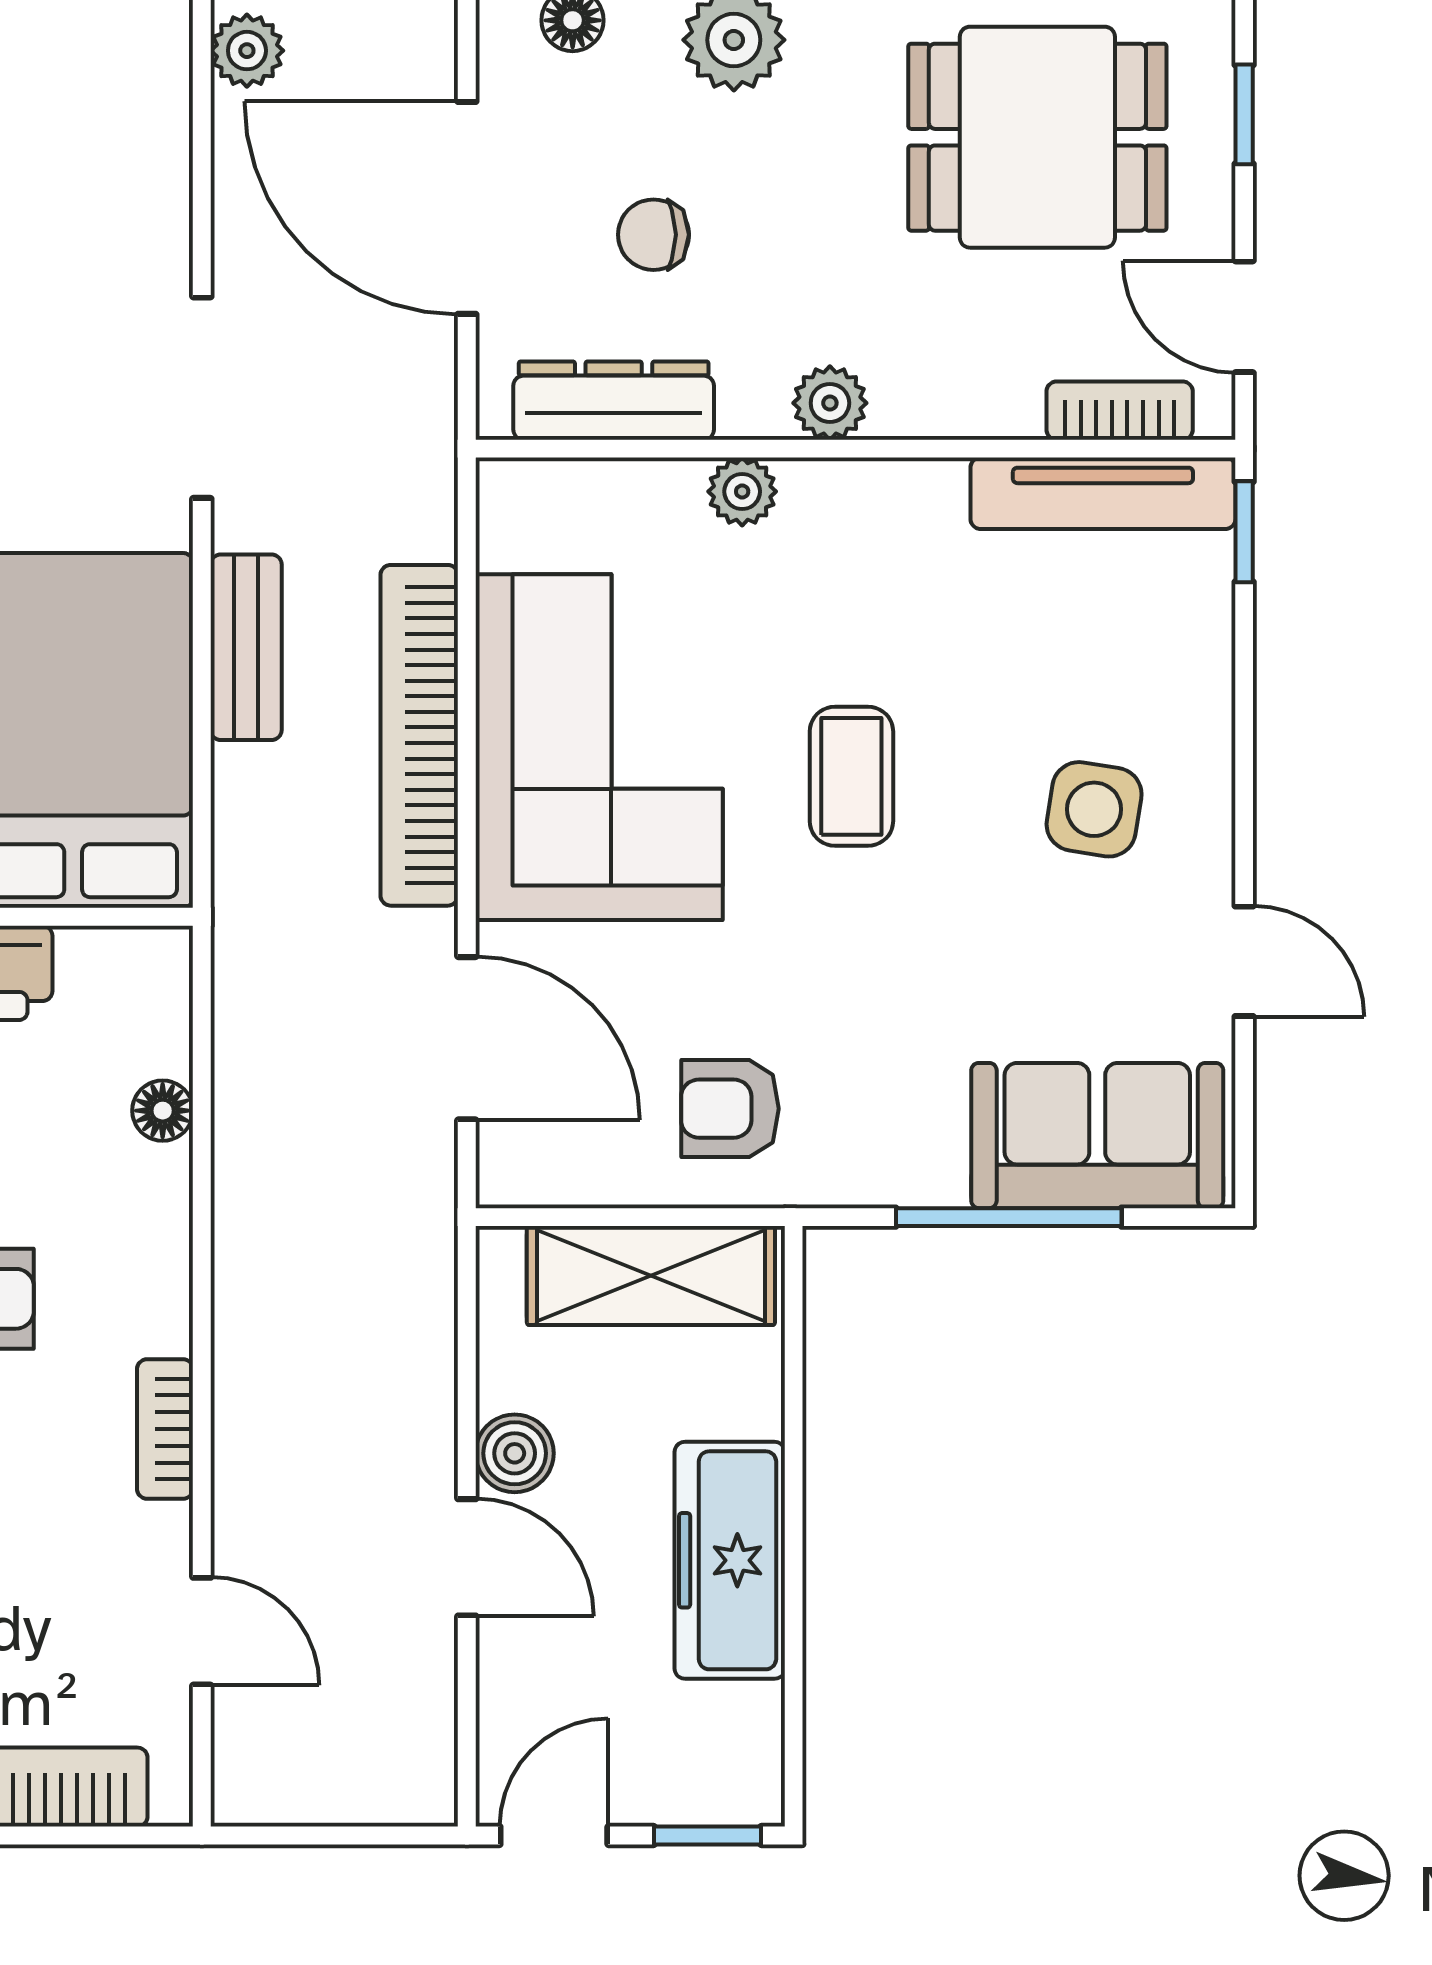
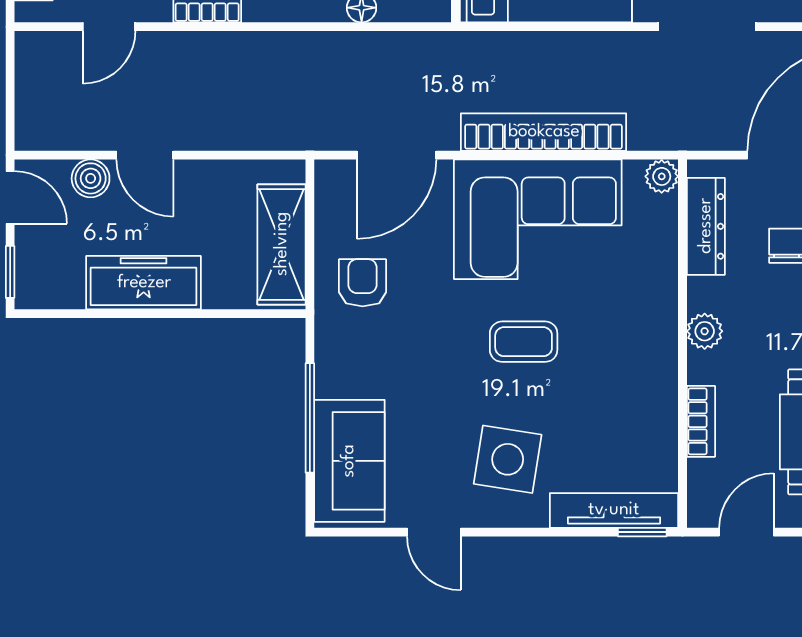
bookcase: (1120, 411) -> (701, 421), moved
plant: (742, 491) -> (662, 176), moved
tv unit: (1103, 493) -> (614, 510), moved, turned 90
bench: (246, 647) -> (586, 48), removed
side table: (1094, 809) -> (508, 459), width x1.37, depth x1.37
door: (1244, 961) -> (434, 532), hinge flipped
boiler: (515, 1453) -> (91, 178), moved
door: (467, 1557) -> (145, 155), hinge flipped

